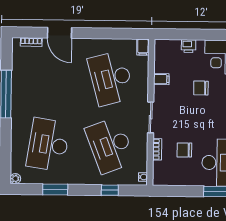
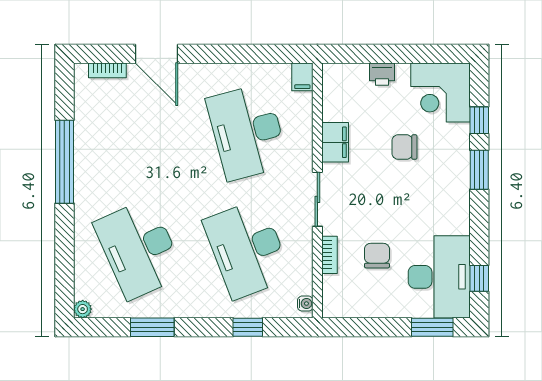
filing cabinet: (161, 79) -> (335, 142), width x2.00
desk: (48, 145) -> (139, 249), turned -33
chair: (184, 150) -> (377, 256), turned 90

